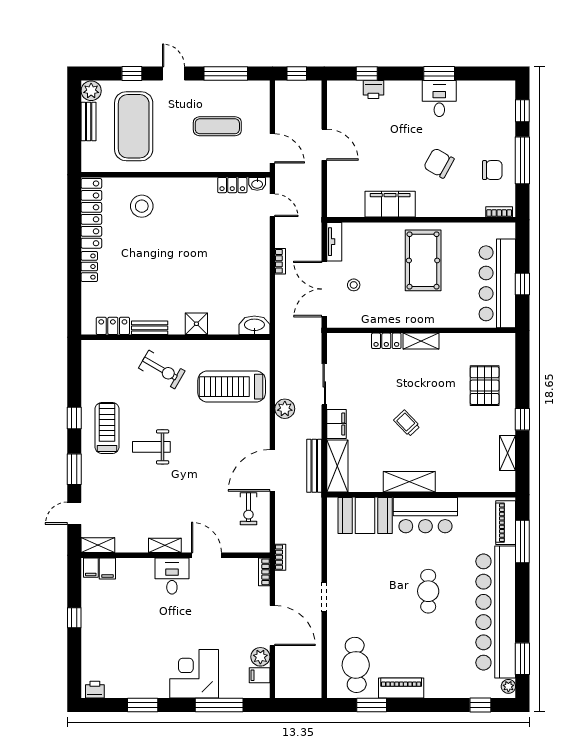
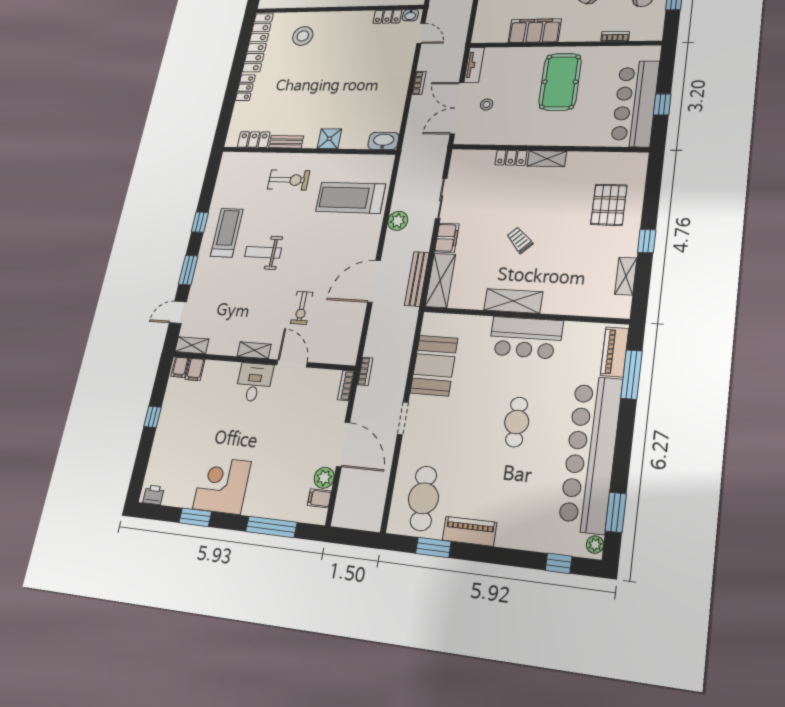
bookcase: (499, 212) -> (615, 36), moved
exercise bike: (162, 369) -> (289, 180), turned -30
exercise bike: (248, 509) -> (302, 308), moved
booth: (365, 515) -> (434, 366), moved, turned 90
corner desk: (194, 674) -> (222, 485), moved

